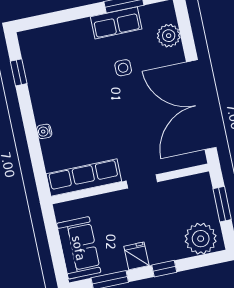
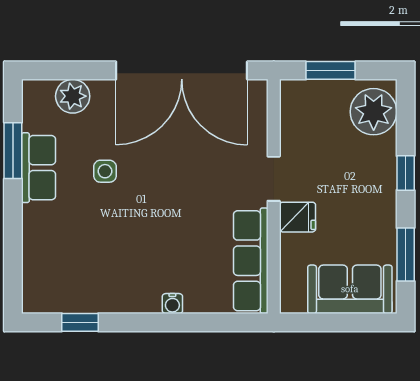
fridge: (136, 256) -> (297, 217), moved, turned 180

